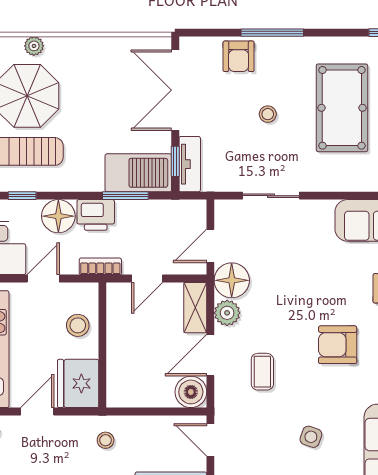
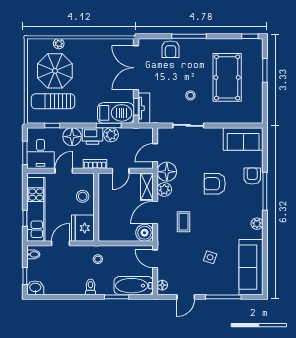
stool: (268, 114) -> (190, 95), moved
plant: (130, 213) -> (111, 135), added
armchair: (338, 345) -> (215, 184), moved

